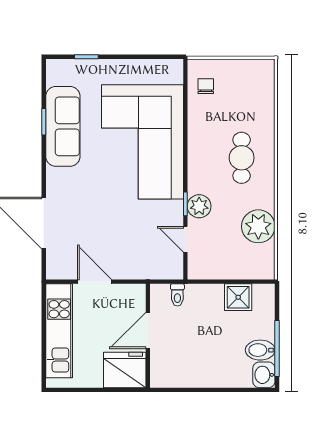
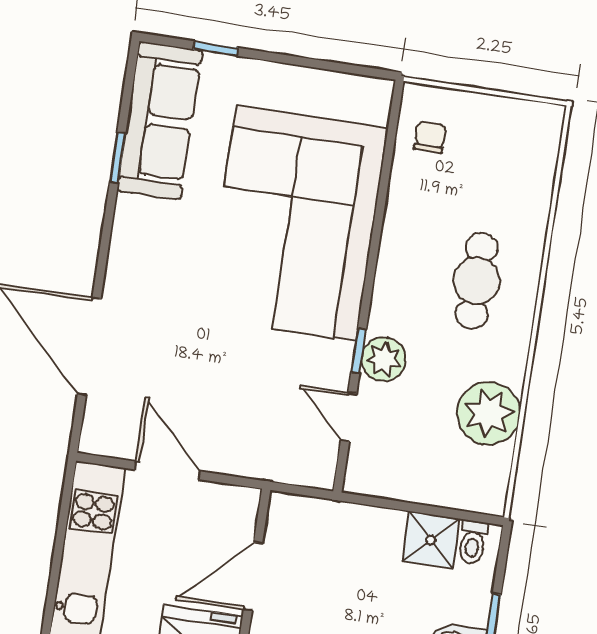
sofa: (63, 126) -> (160, 121), moved
toilet: (177, 295) -> (473, 542), moved

